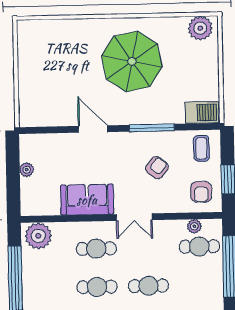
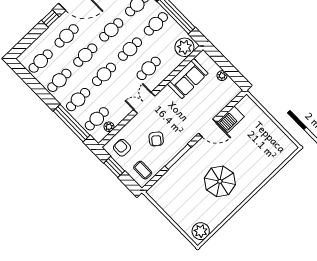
parasol: (132, 61) -> (220, 181), width x0.73, depth x0.73
barbecue: (202, 113) -> (231, 119), moved
sofa: (87, 200) -> (188, 79), moved
cafe table: (200, 285) -> (78, 100), added
cafe table: (45, 288) -> (156, 24), added

